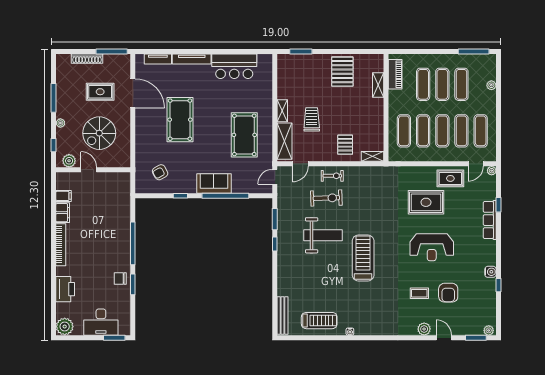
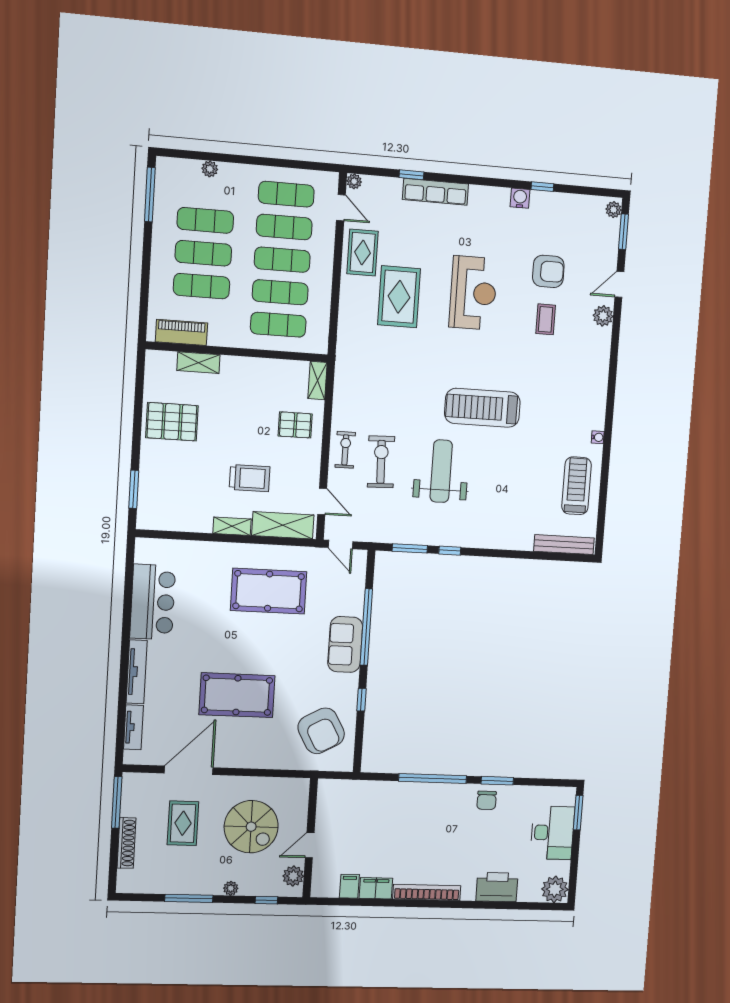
trolley: (312, 119) -> (250, 478), turned 180
armchair: (160, 172) -> (321, 731), width x1.88, depth x1.88

